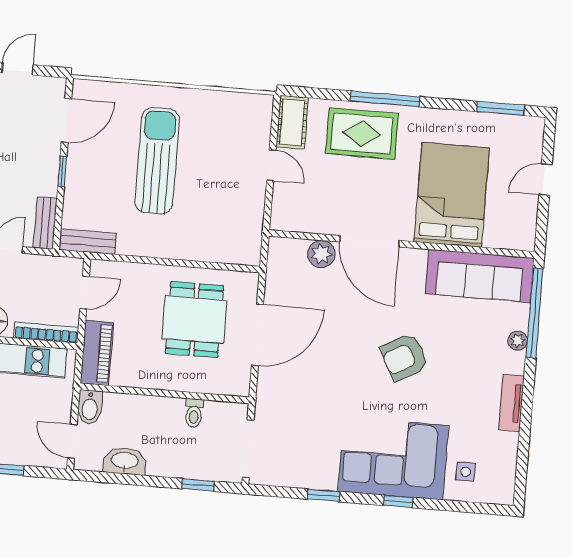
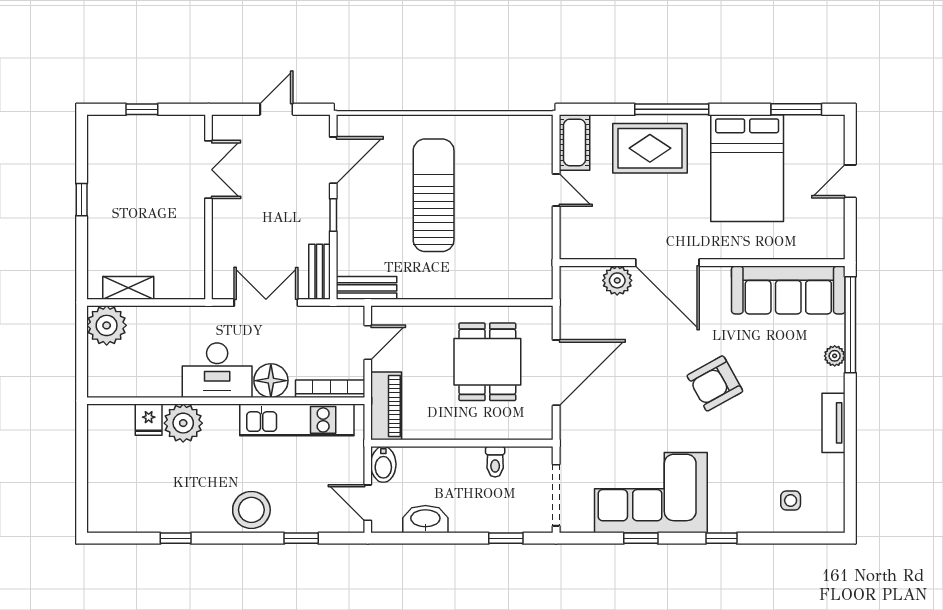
bed: (452, 195) -> (747, 168), moved, turned 180
corner sofa: (393, 458) -> (651, 493), moved

